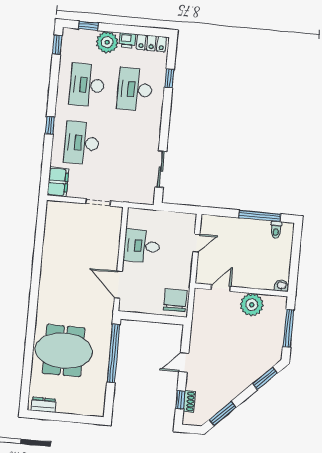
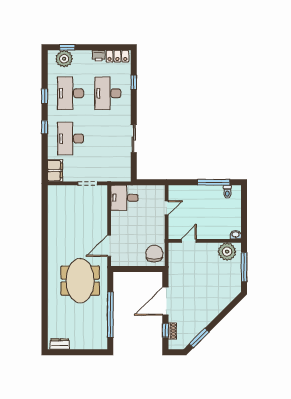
plant: (107, 42) -> (64, 59), moved
window: (57, 45) -> (45, 96), moved
sliding door: (161, 169) -> (134, 139), moved
desk: (142, 246) -> (124, 198), moved
door: (118, 285) -> (109, 246), hinge flipped
plant: (252, 305) -> (227, 252), moved
meeting table: (64, 351) -> (80, 281), moved, turned 90
window: (113, 353) -> (110, 315), moved
door: (184, 362) -> (165, 301), width x1.88
window: (265, 378) -> (229, 308), removed

